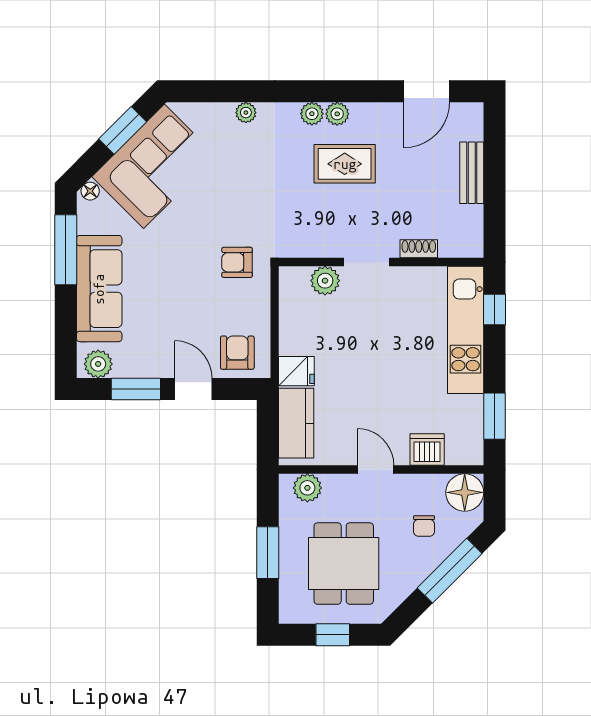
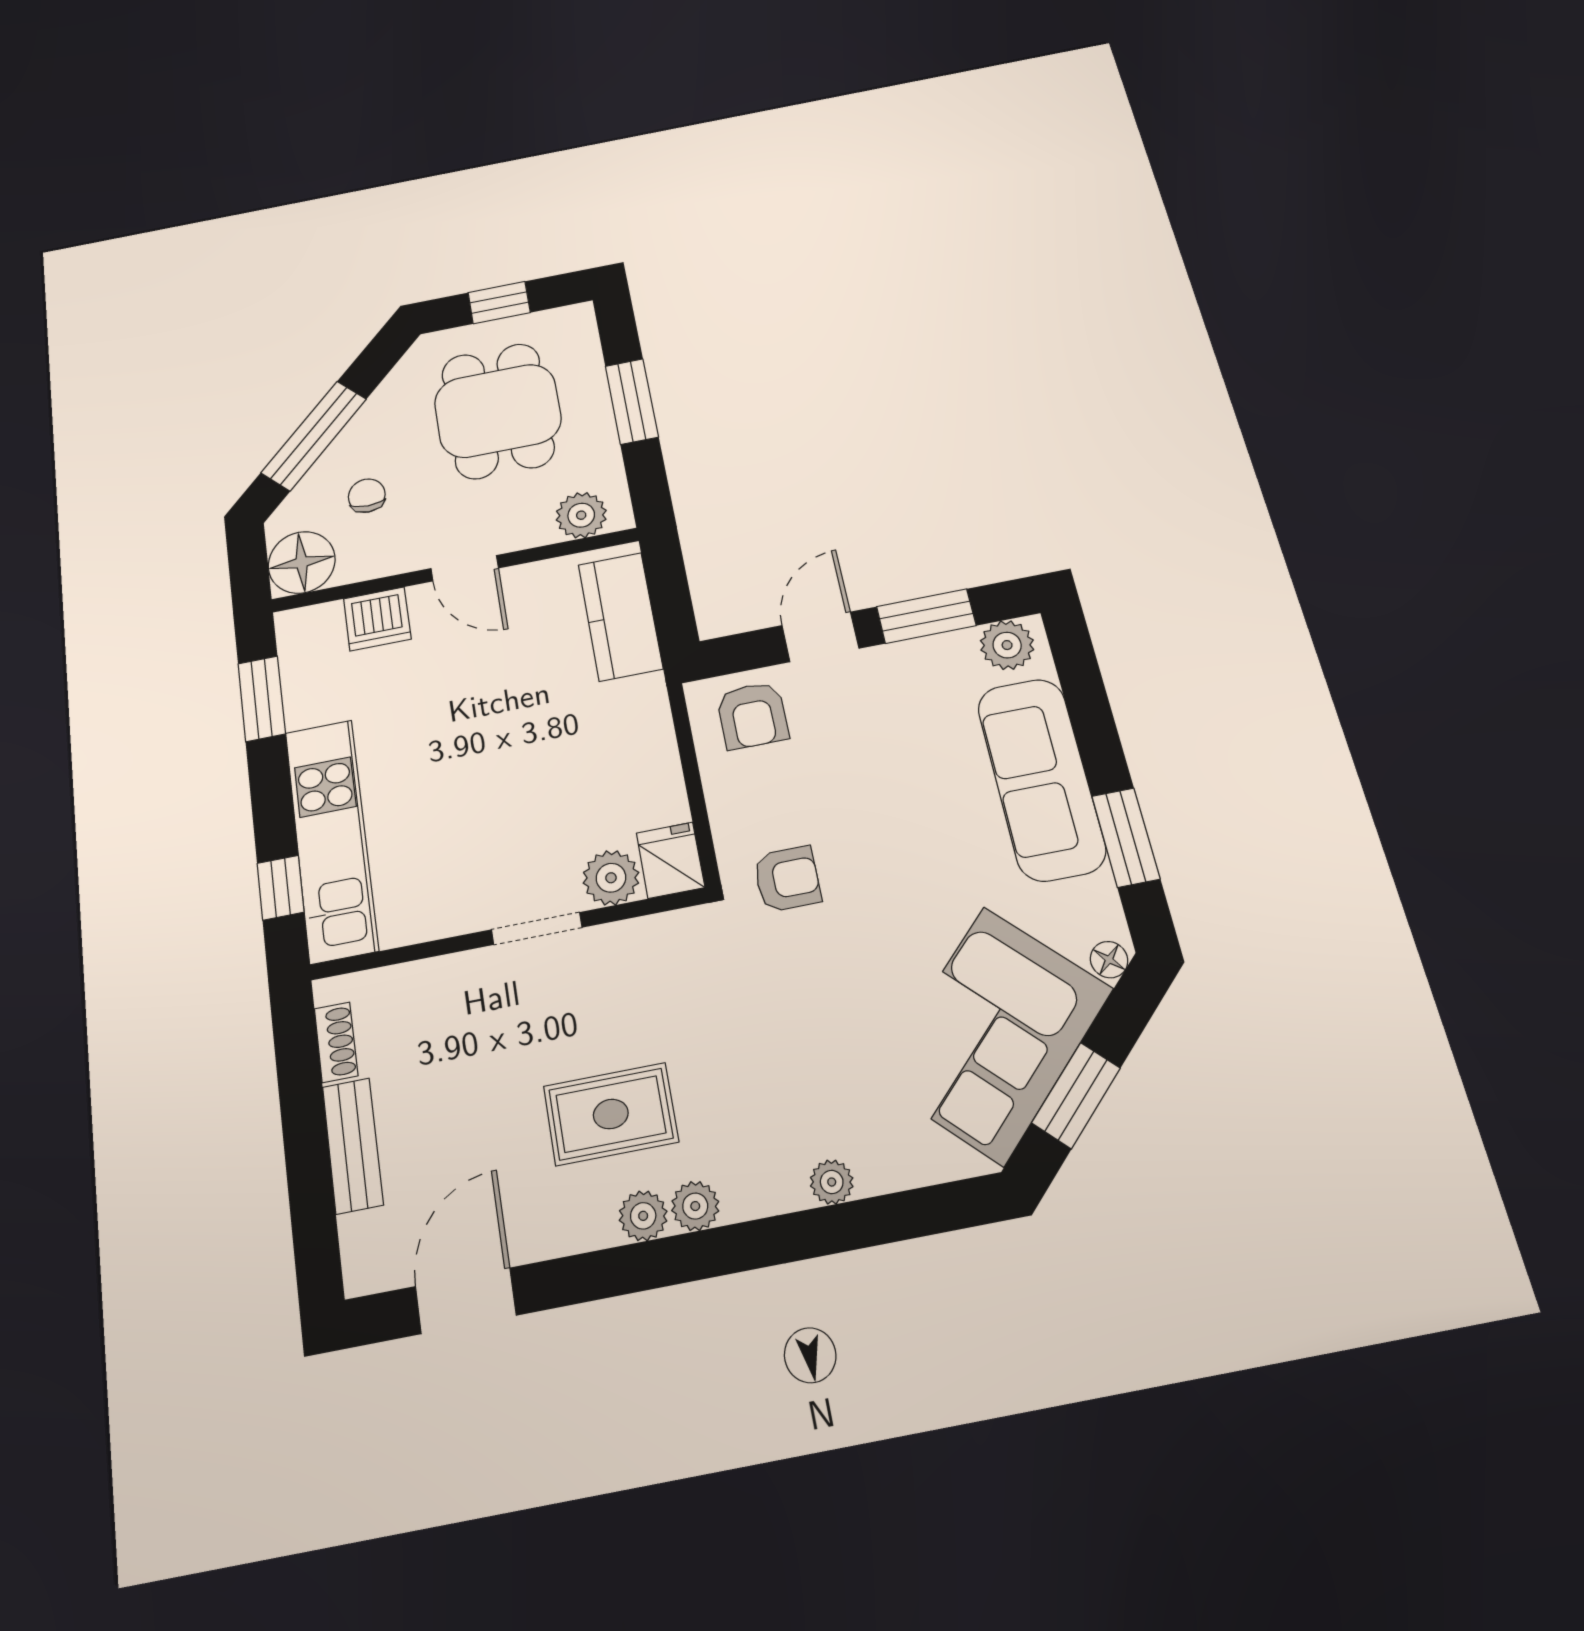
shoe rack: (419, 249) -> (336, 1042), moved, turned -90
window: (66, 250) -> (1126, 837), width x0.69
fridge: (296, 371) -> (670, 860), moved, turned 90
door: (193, 389) -> (820, 637), swing flipped

